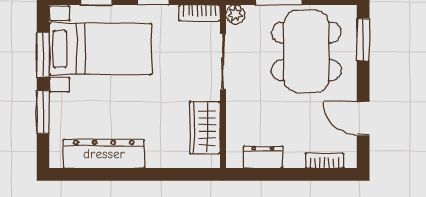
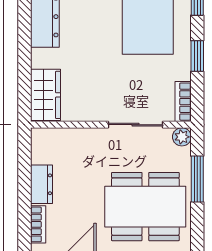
wardrobe: (205, 128) -> (45, 95), moved, turned 90
dresser: (263, 157) -> (41, 184), moved

